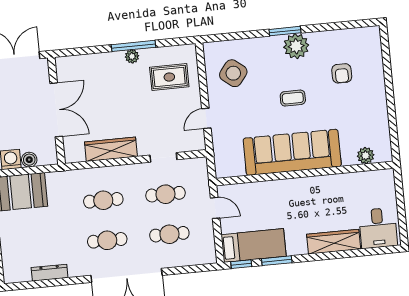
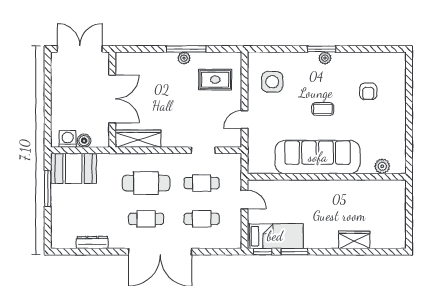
plant: (296, 46) -> (325, 58), width x0.53, depth x0.53
side table: (233, 73) -> (272, 82), turned -38
wardrobe: (111, 149) -> (138, 139), moved
cafe table: (103, 200) -> (146, 183), width x1.37, depth x1.35
desk: (378, 228) -> (387, 231), removed
wardrobe: (334, 242) -> (354, 240), width x0.67

